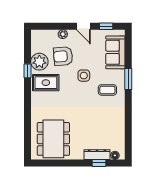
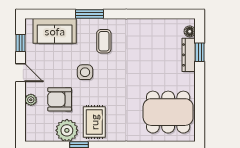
door: (83, 26) -> (20, 73), hinge flipped
armchair: (63, 56) -> (60, 99), turned 95

